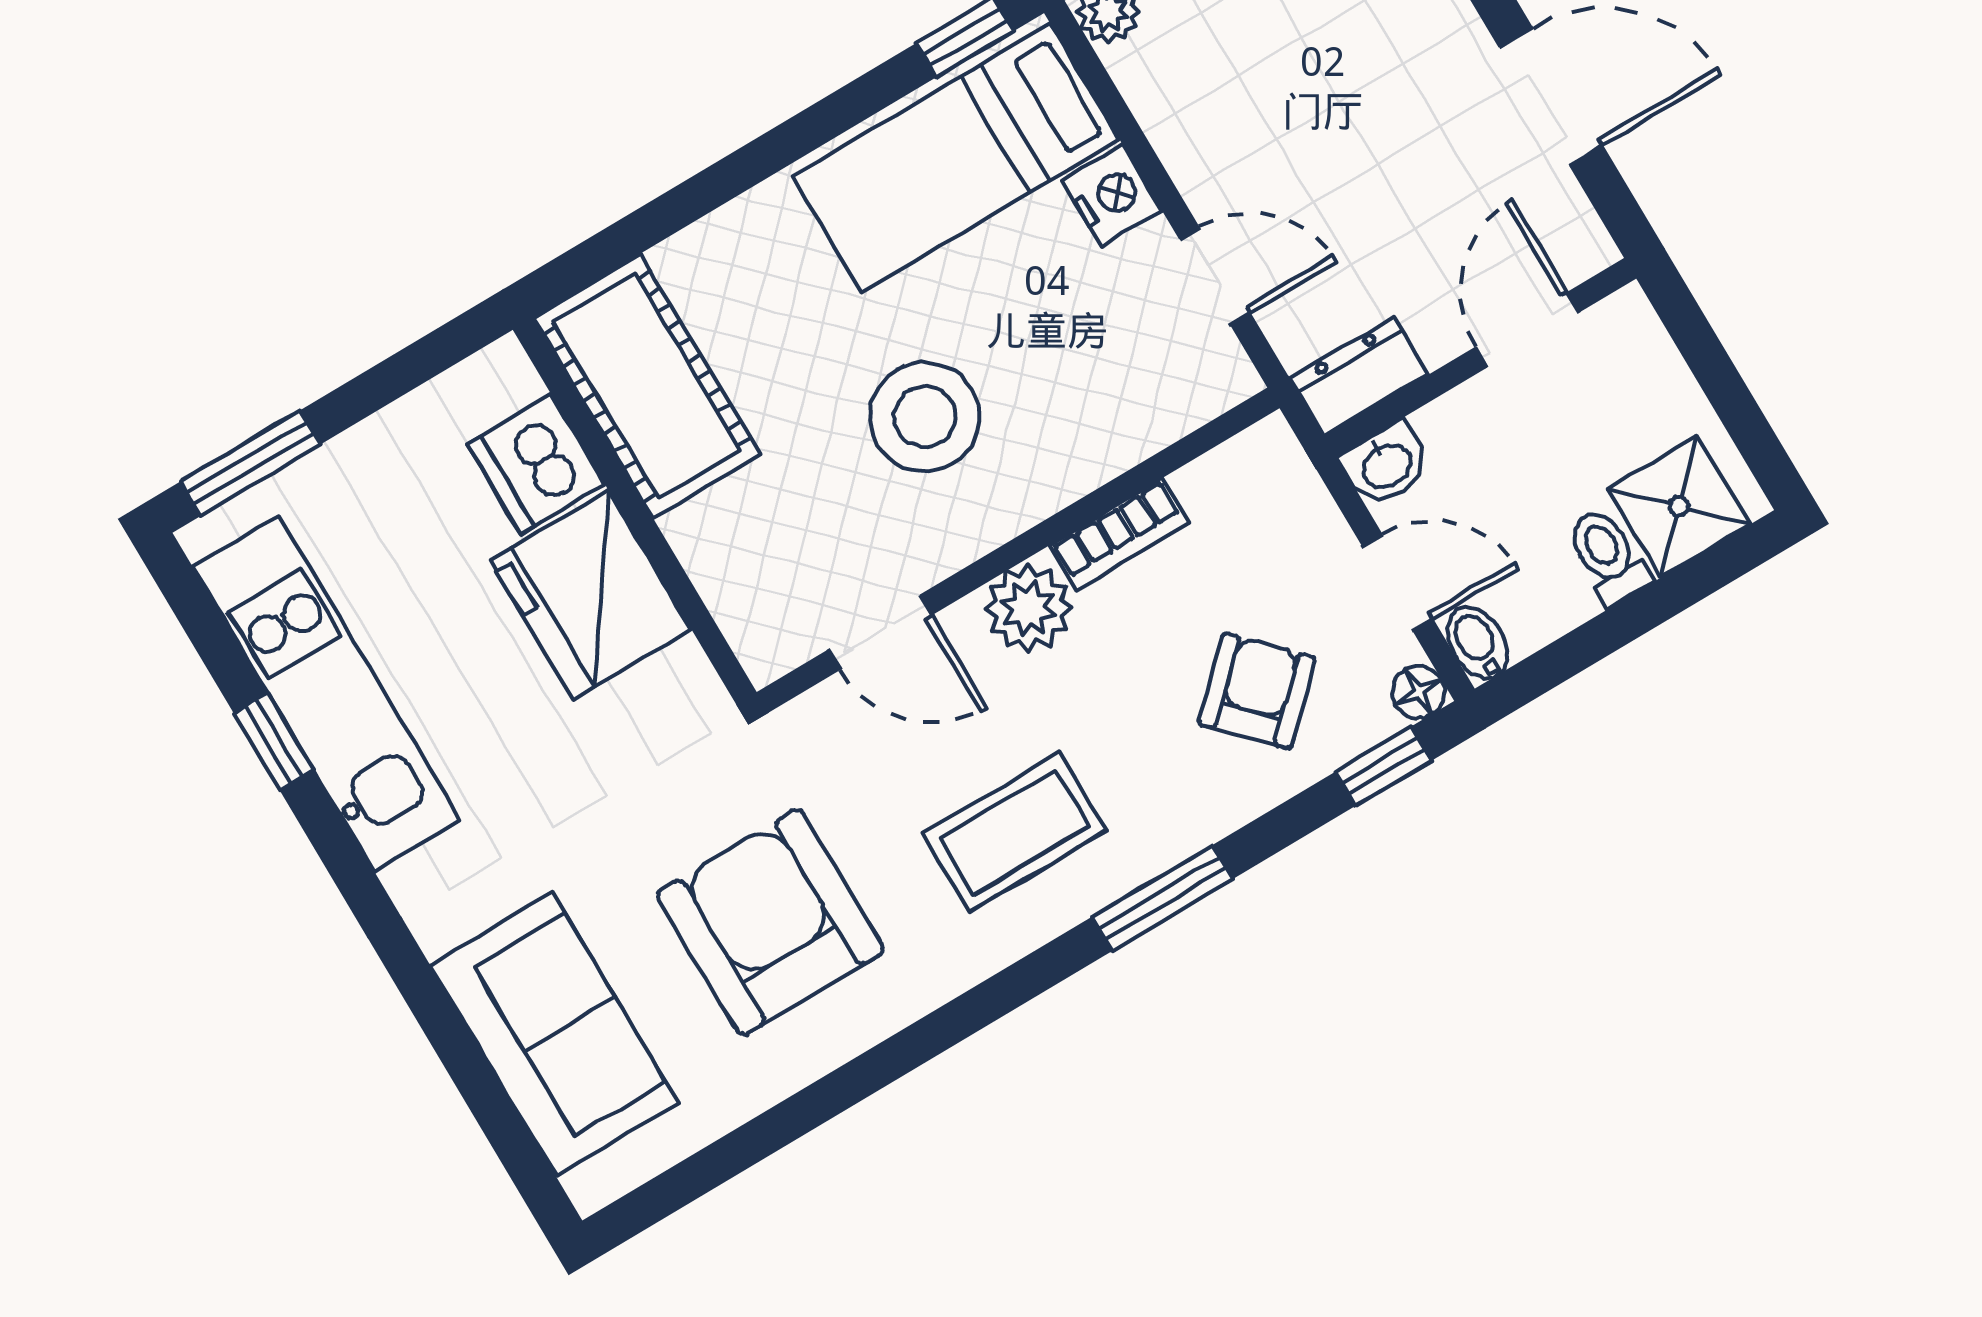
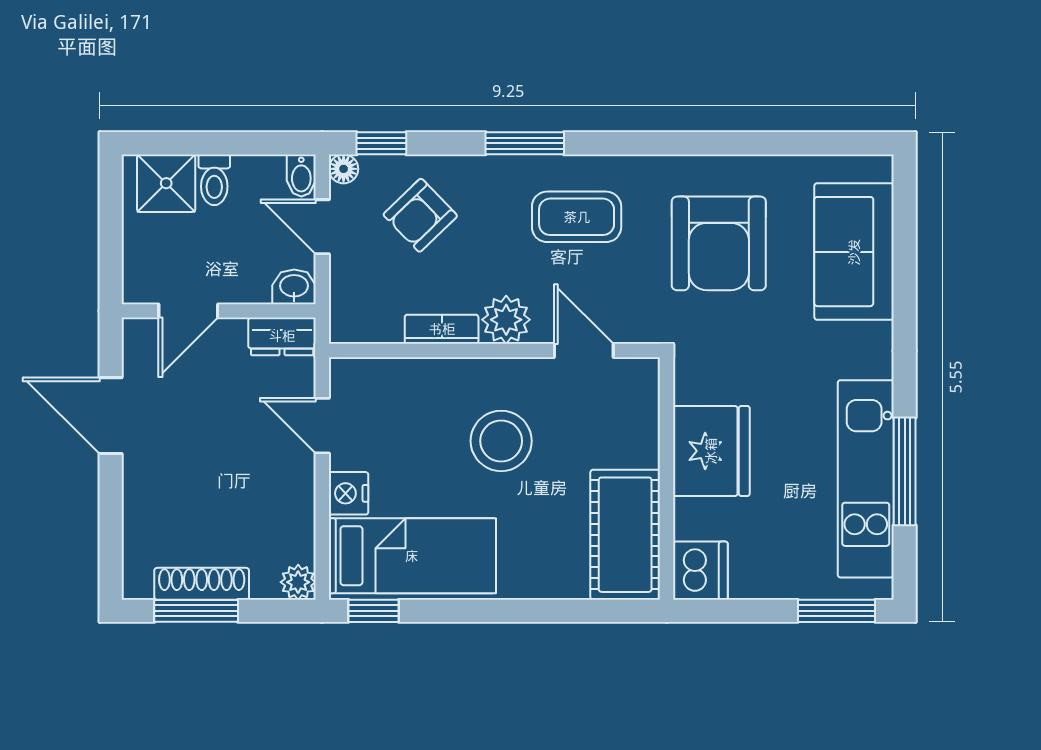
dishwasher: (536, 464) -> (700, 571), moved
window: (273, 741) -> (905, 471), width x2.17

